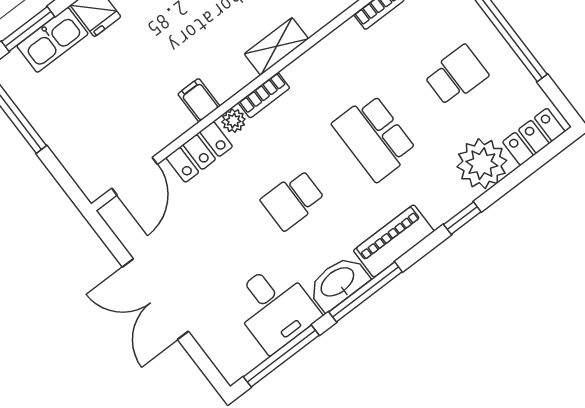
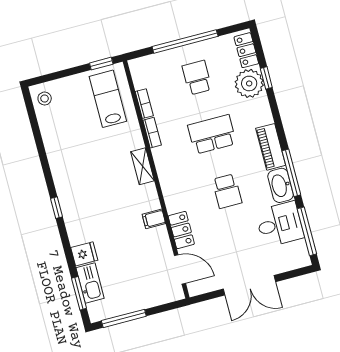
bookcase: (264, 95) -> (152, 133), moved
plant: (233, 121) -> (172, 205), removed
school desk: (375, 138) -> (212, 134), turned 180
window: (462, 218) -> (266, 78), moved

